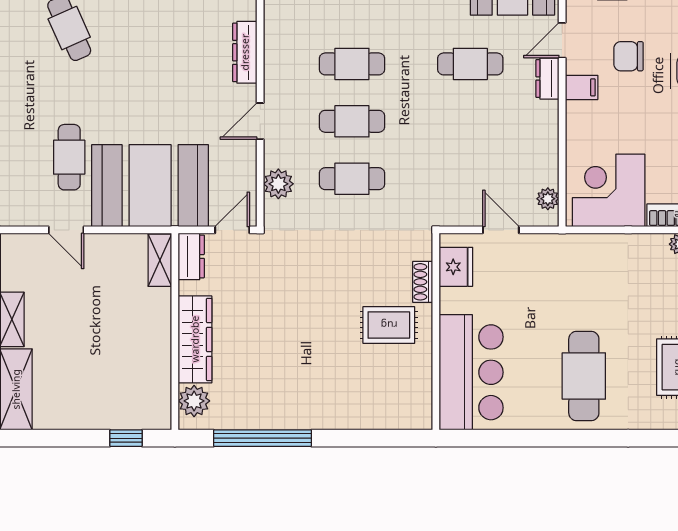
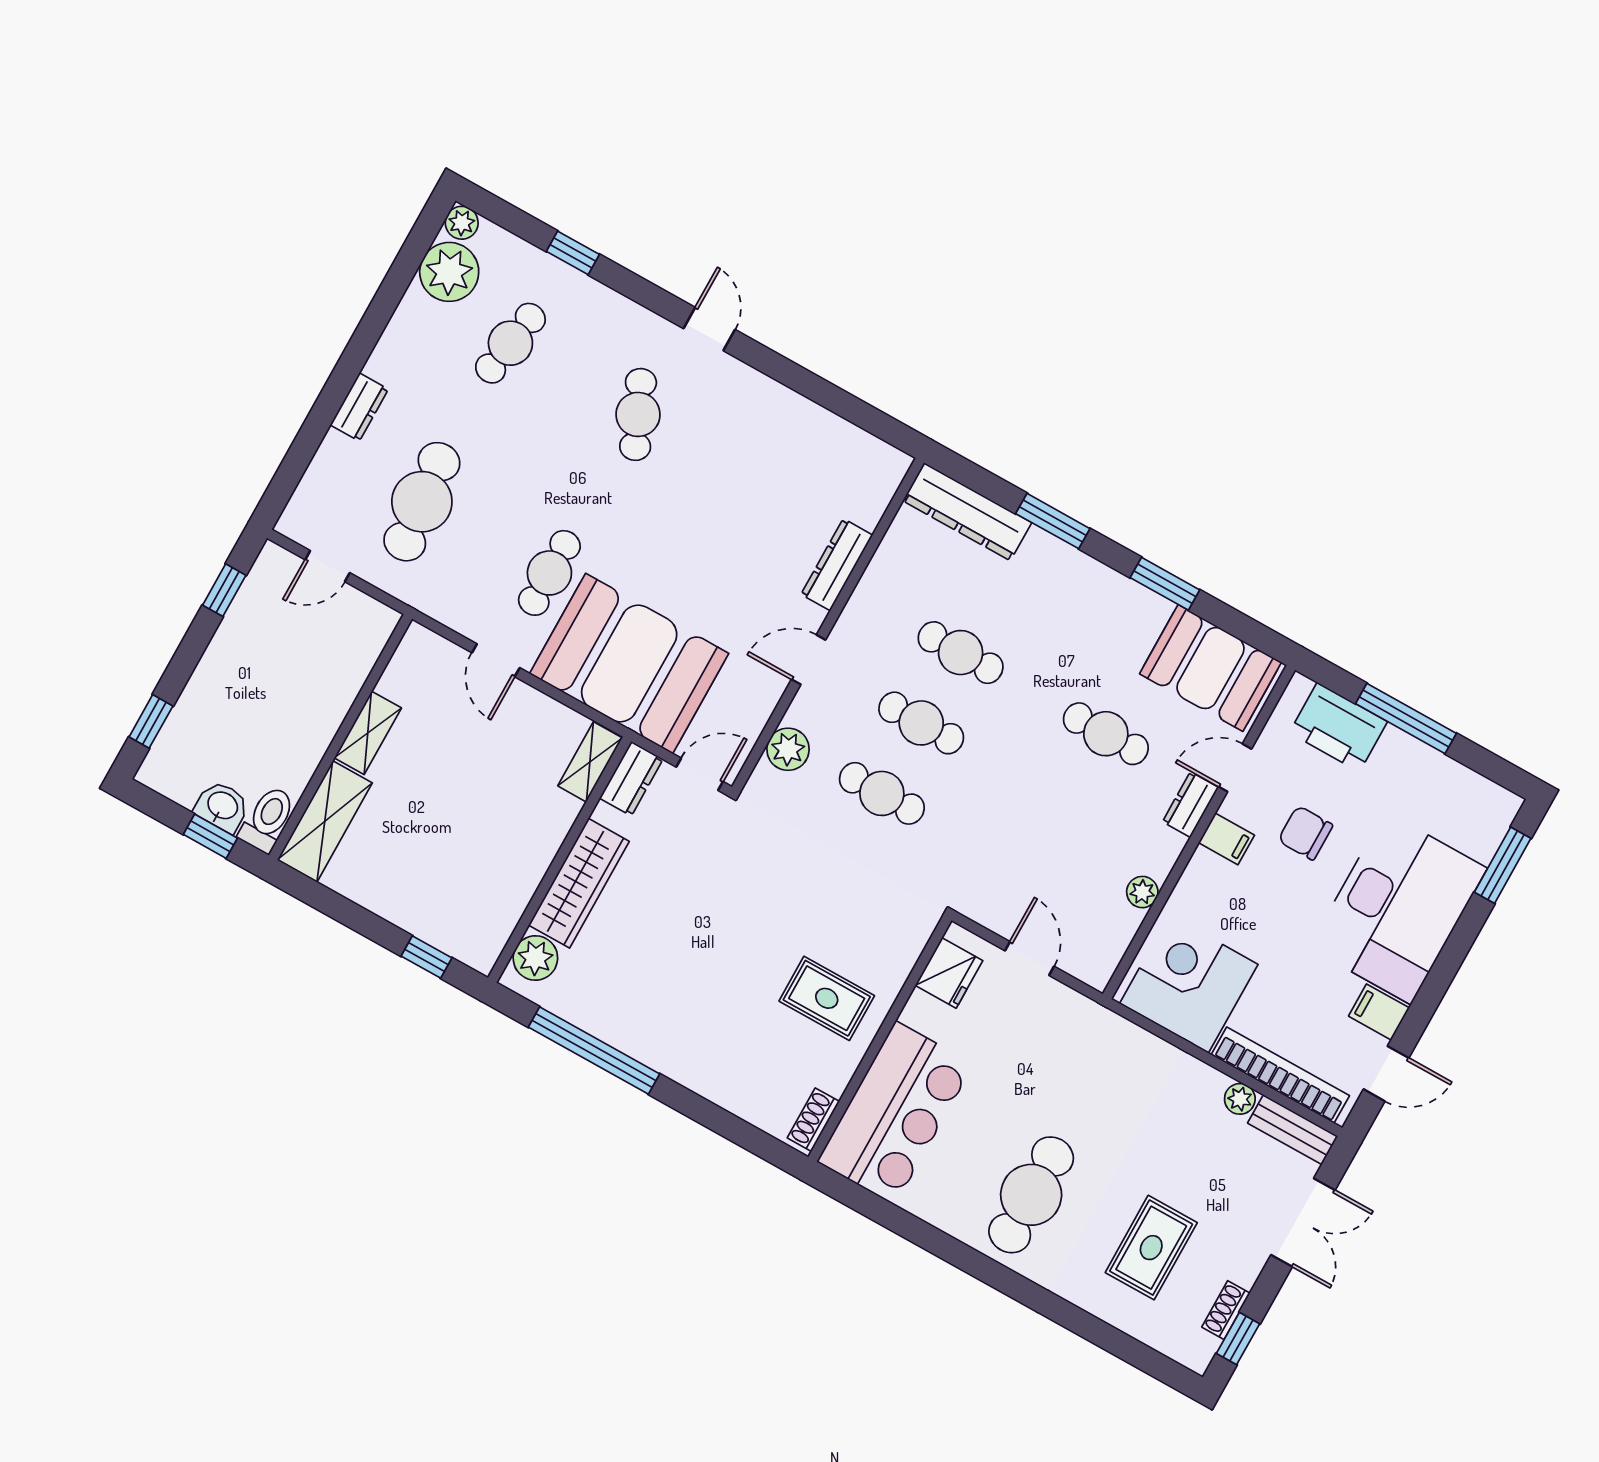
plant: (548, 199) -> (1142, 892), moved
shoe rack: (423, 282) -> (813, 1120), moved

